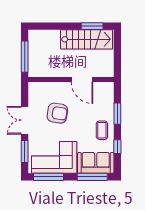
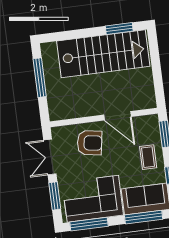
stairs: (86, 39) -> (103, 54), width x1.36, depth x1.51
wall: (71, 79) -> (104, 118), moved
door: (82, 79) -> (117, 116), moved

